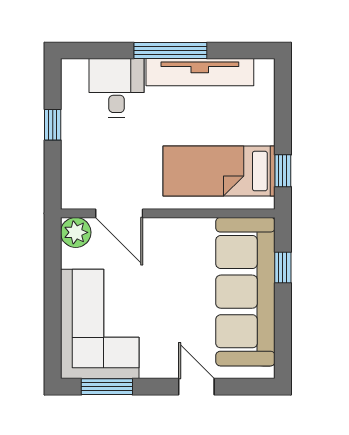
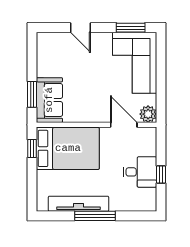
desk: (117, 88) -> (140, 172), moved, turned -90
bed: (219, 171) -> (68, 148), width x1.50
window: (283, 268) -> (32, 94), width x1.50
sofa: (245, 292) -> (49, 100), width x0.54, depth x0.79

